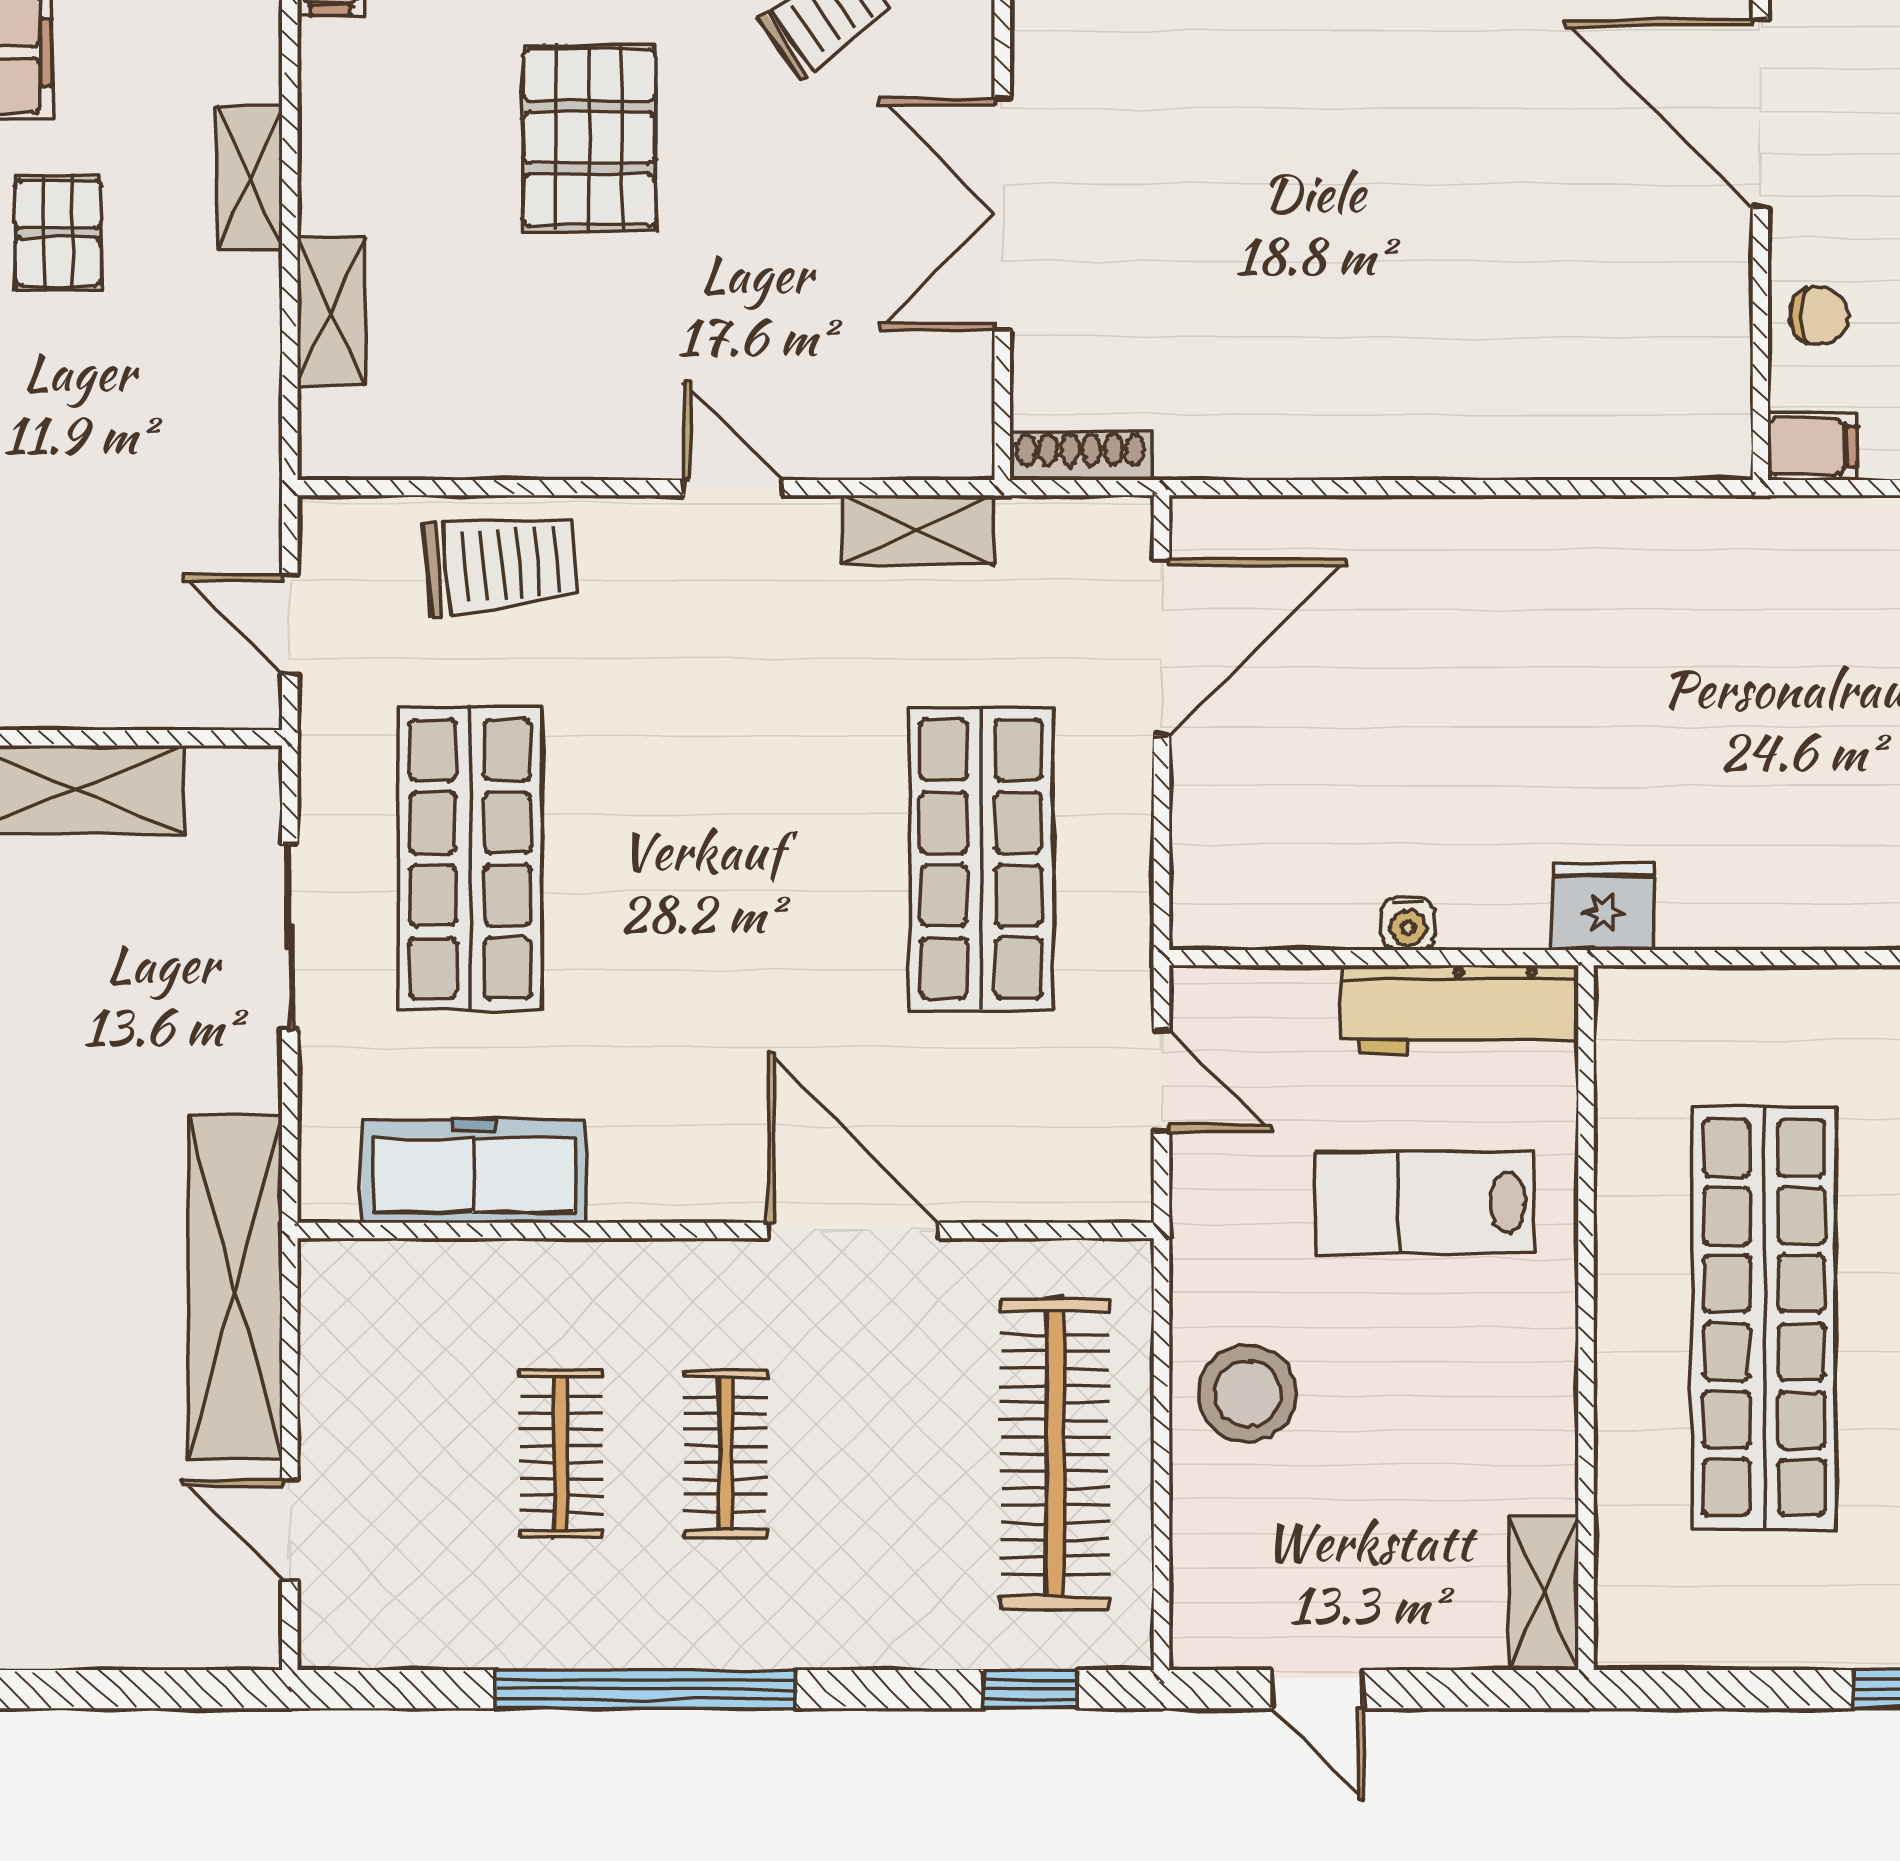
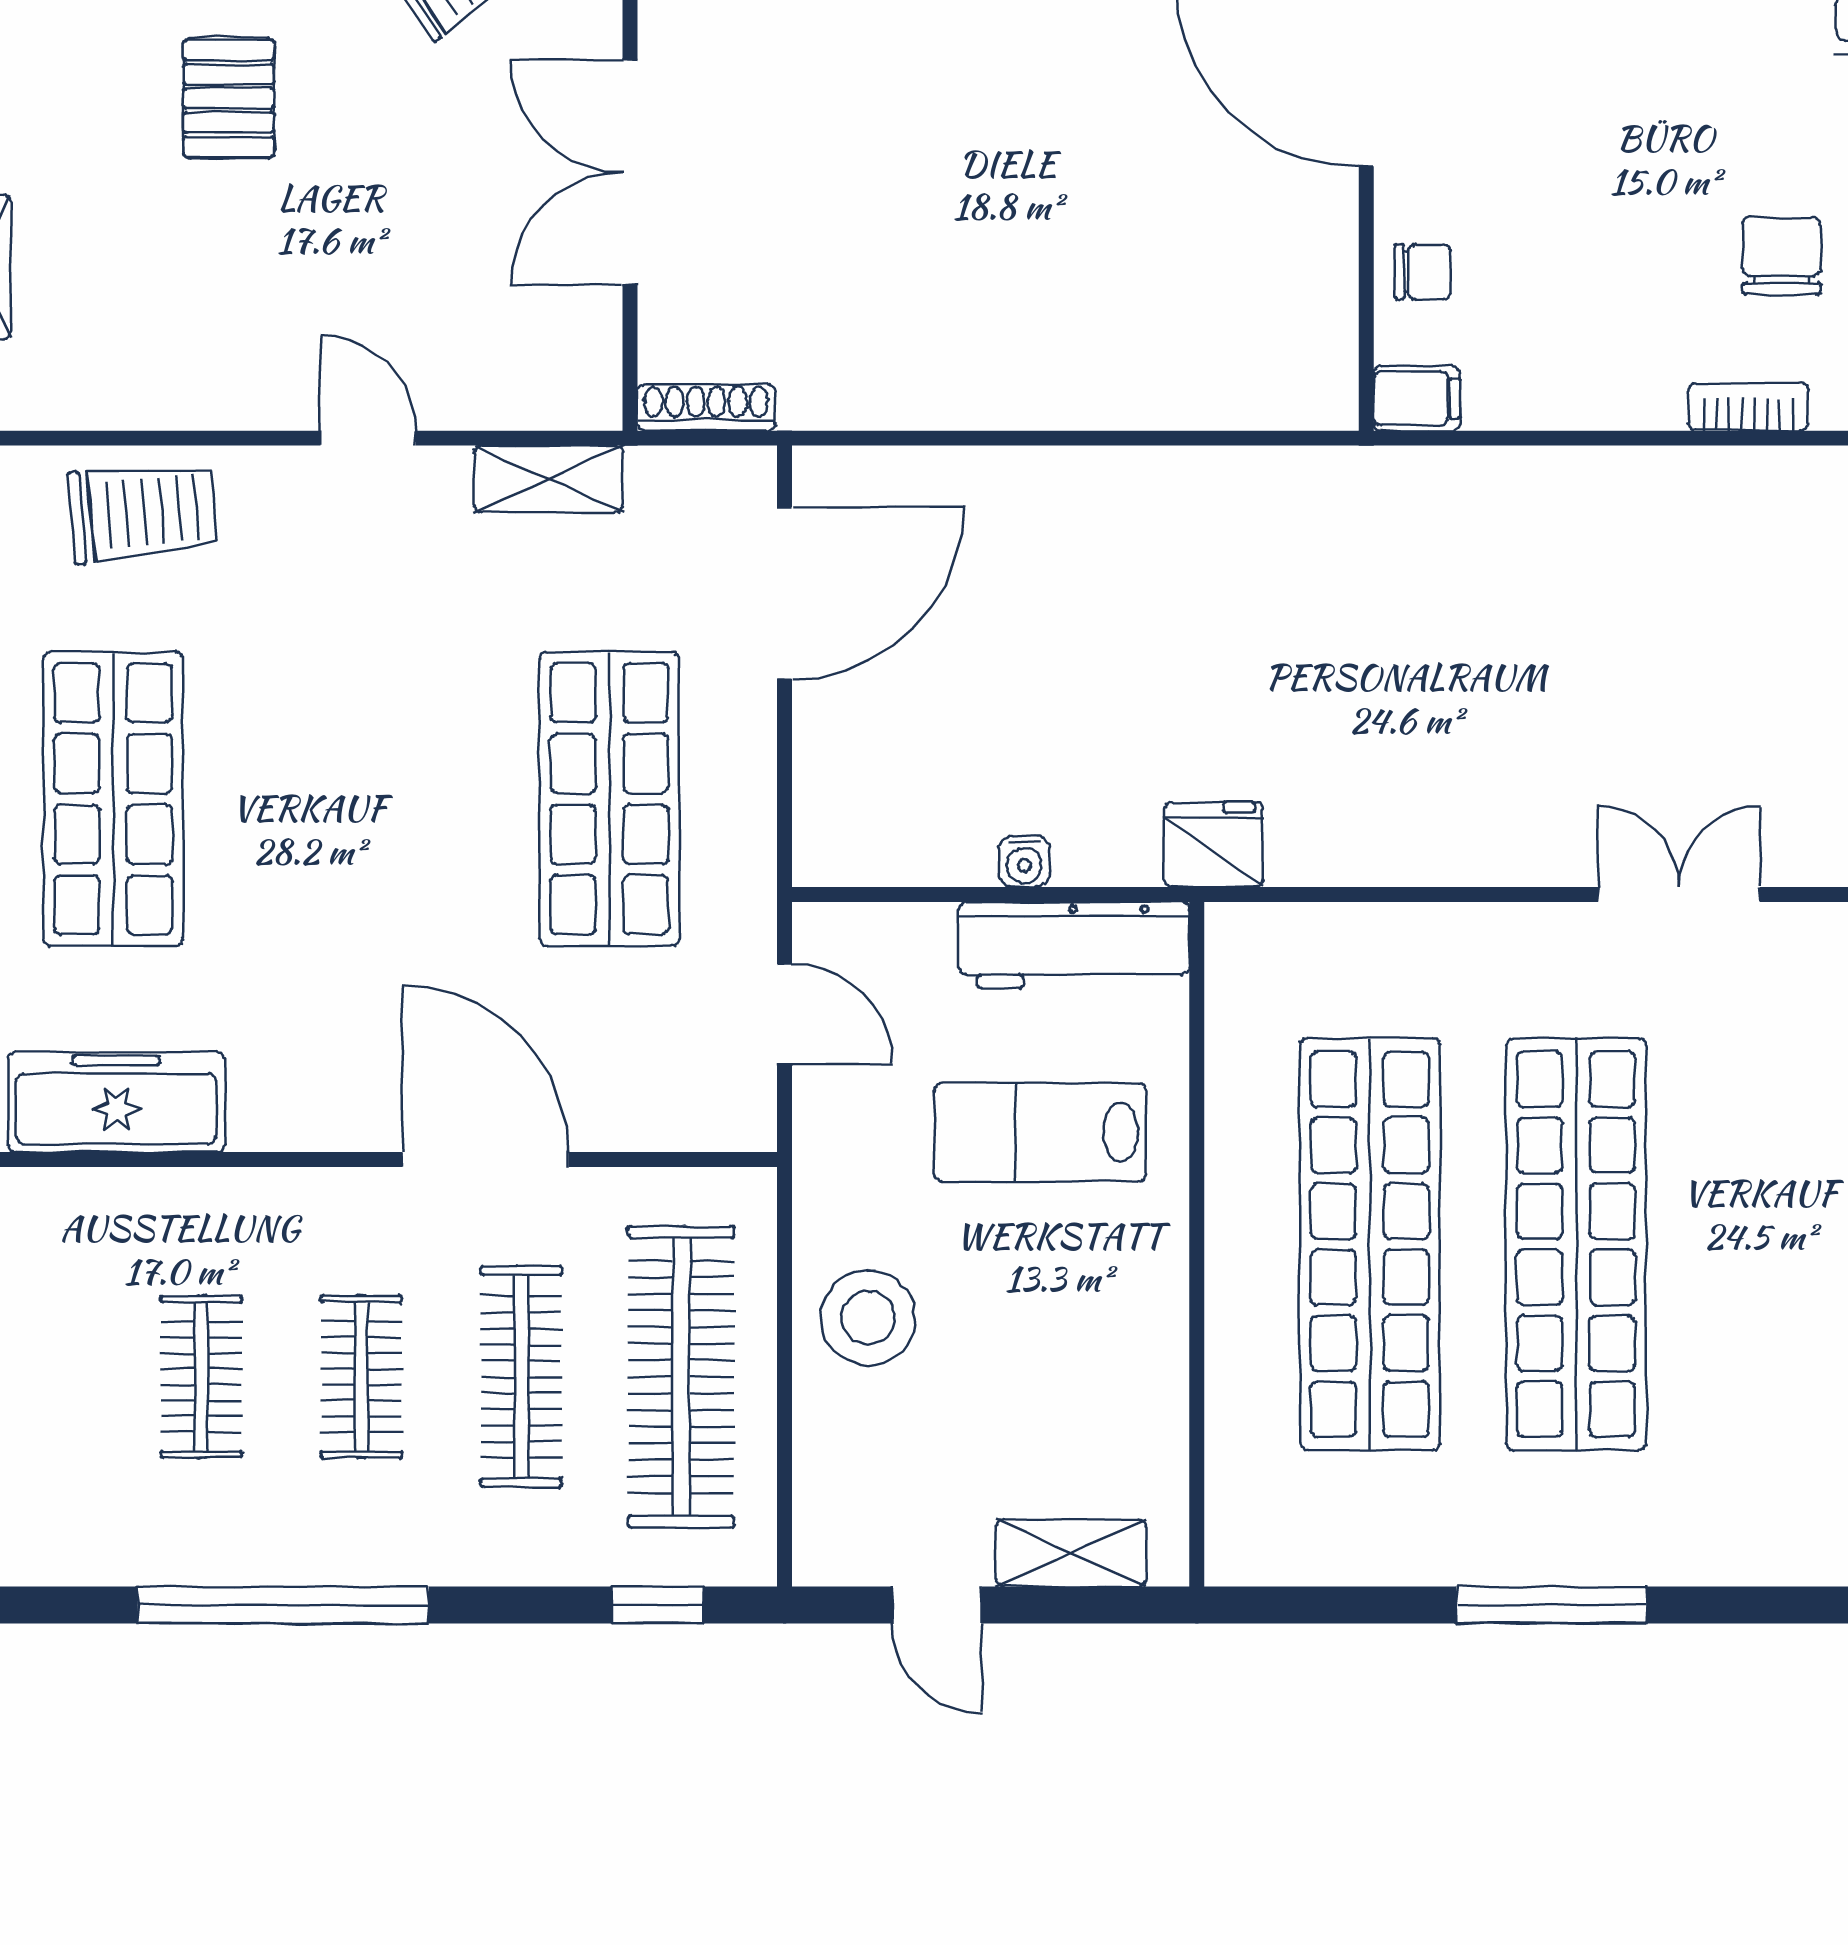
pallet: (589, 138) -> (229, 98), width x0.67, depth x0.71
clothes rail: (890, 1454) -> (521, 1377), added
shelving: (1544, 1593) -> (1071, 1553), moved, turned 90

